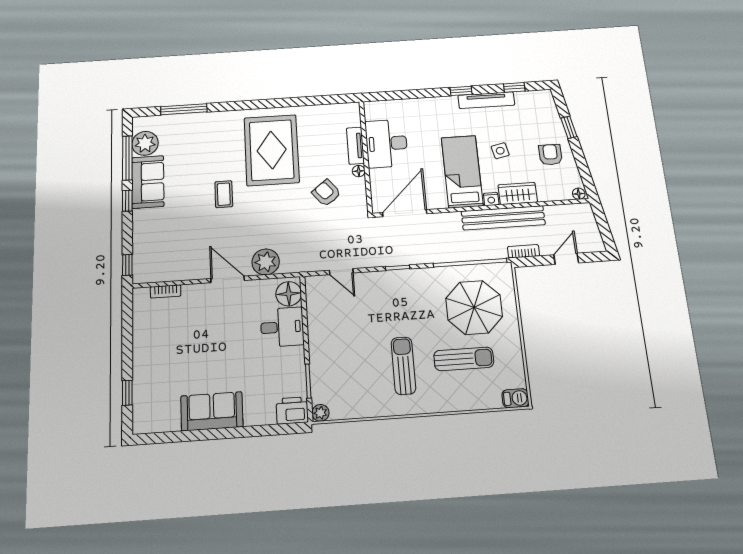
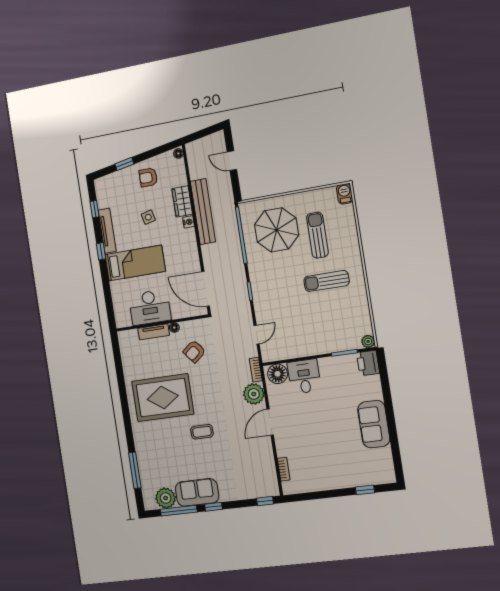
bed: (462, 171) -> (135, 263), moved, turned 180
bookcase: (524, 251) -> (256, 370), moved

